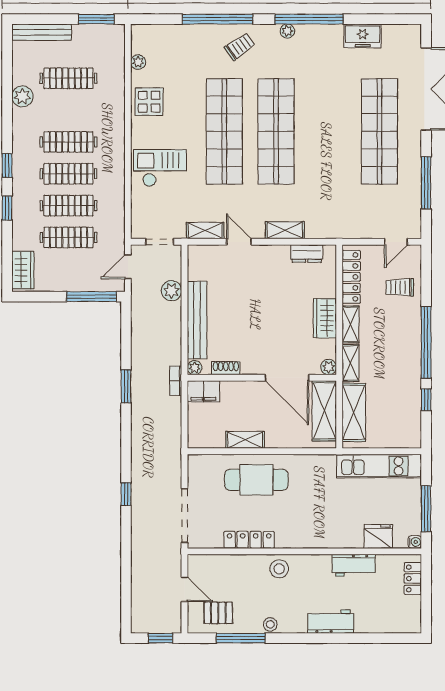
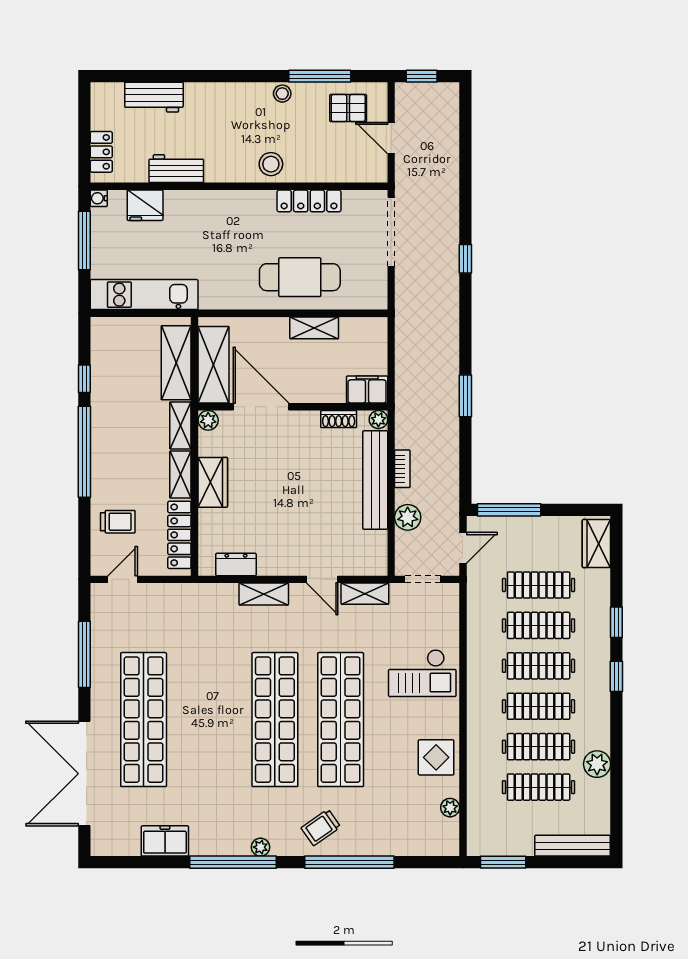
clothes rail: (68, 110) -> (539, 747), added
bookcase: (176, 381) -> (402, 469), moved
workbench: (331, 622) -> (154, 97), moved

